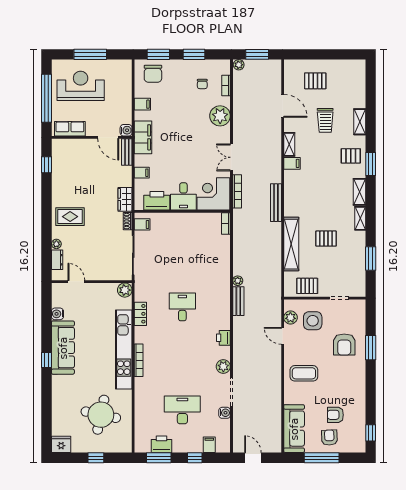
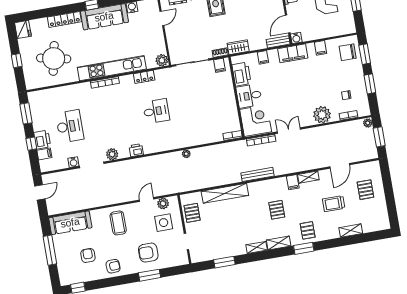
shelving: (360, 122) -> (351, 231), moved
pallet: (326, 239) -> (277, 210), moved
bench: (238, 301) -> (169, 157), removed
locker: (58, 394) -> (64, 19), added
armchair: (329, 438) -> (113, 266), moved
printer: (162, 444) -> (42, 140), moved

